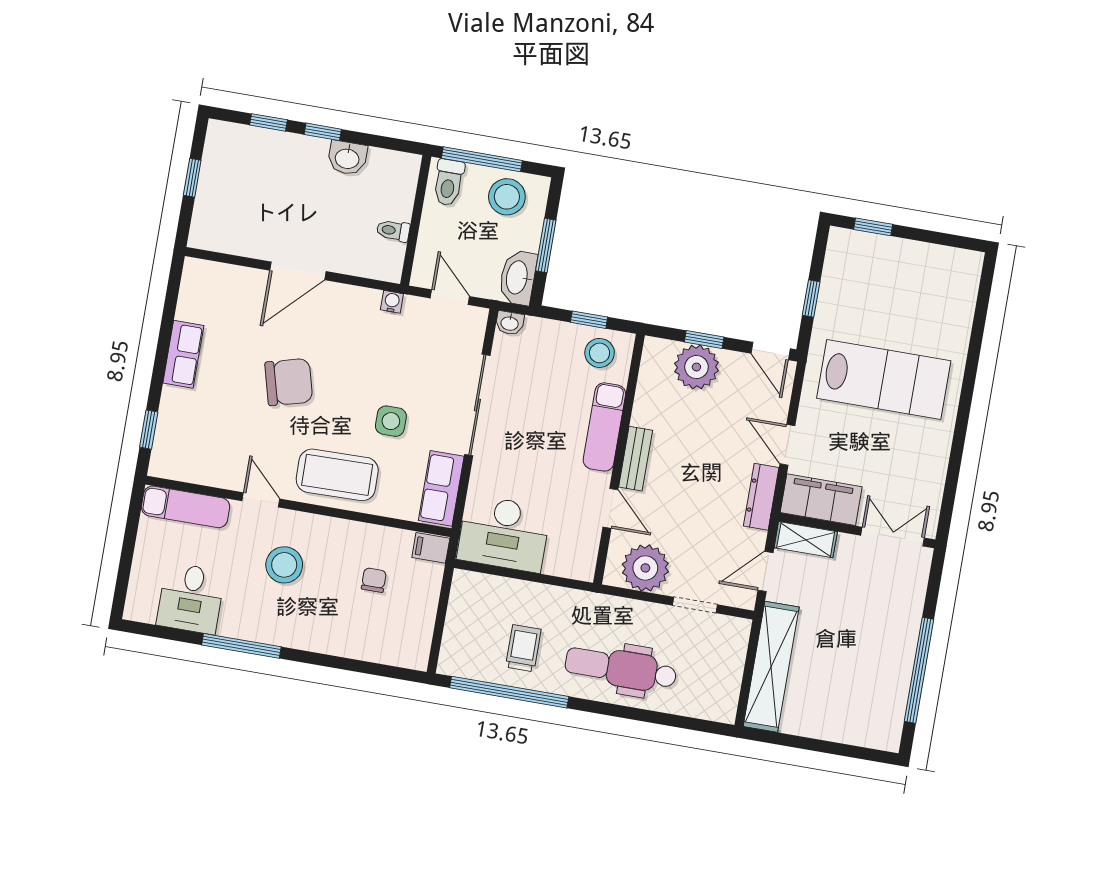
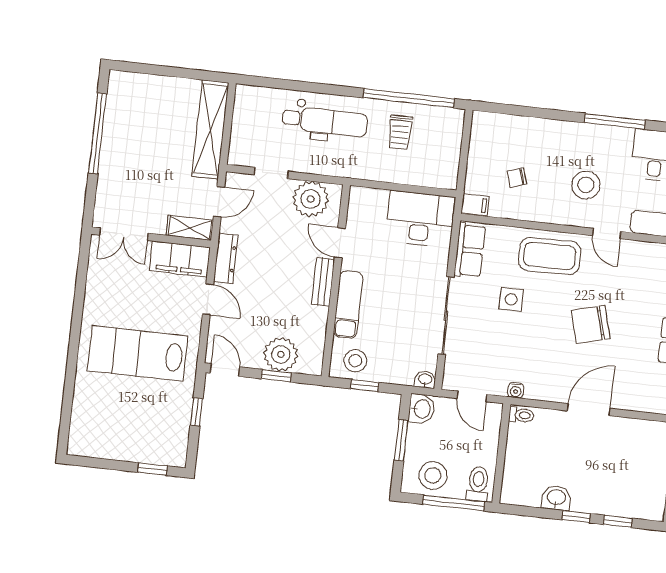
toilet: (393, 231) -> (521, 415), moved
washbasin: (518, 278) -> (422, 409), width x0.72
chair: (374, 580) -> (517, 178), turned 72

